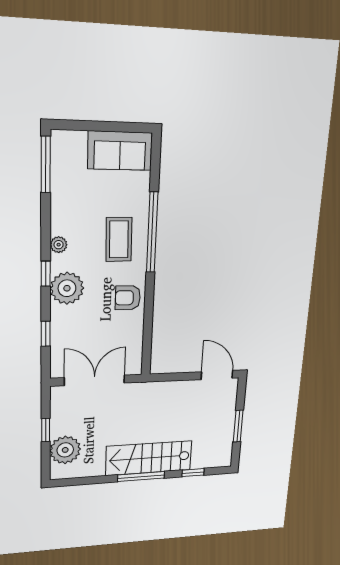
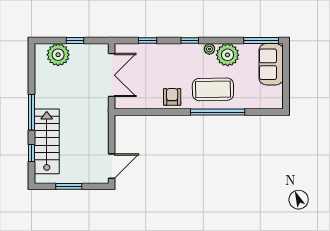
sofa: (120, 151) -> (271, 64), moved
coffee table: (119, 239) -> (213, 89), width x1.36, depth x1.32
plant: (67, 288) -> (228, 55), moved
stairs: (149, 458) -> (47, 141), moved

